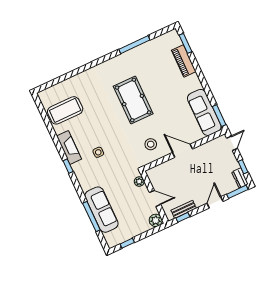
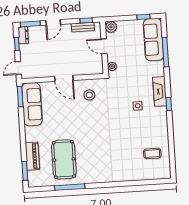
pool table: (133, 100) -> (64, 159), moved
coffee table: (65, 110) -> (152, 154), width x0.54, depth x0.58
fireplace: (69, 148) -> (160, 91), moved
sofa: (101, 210) -> (153, 40), moved

